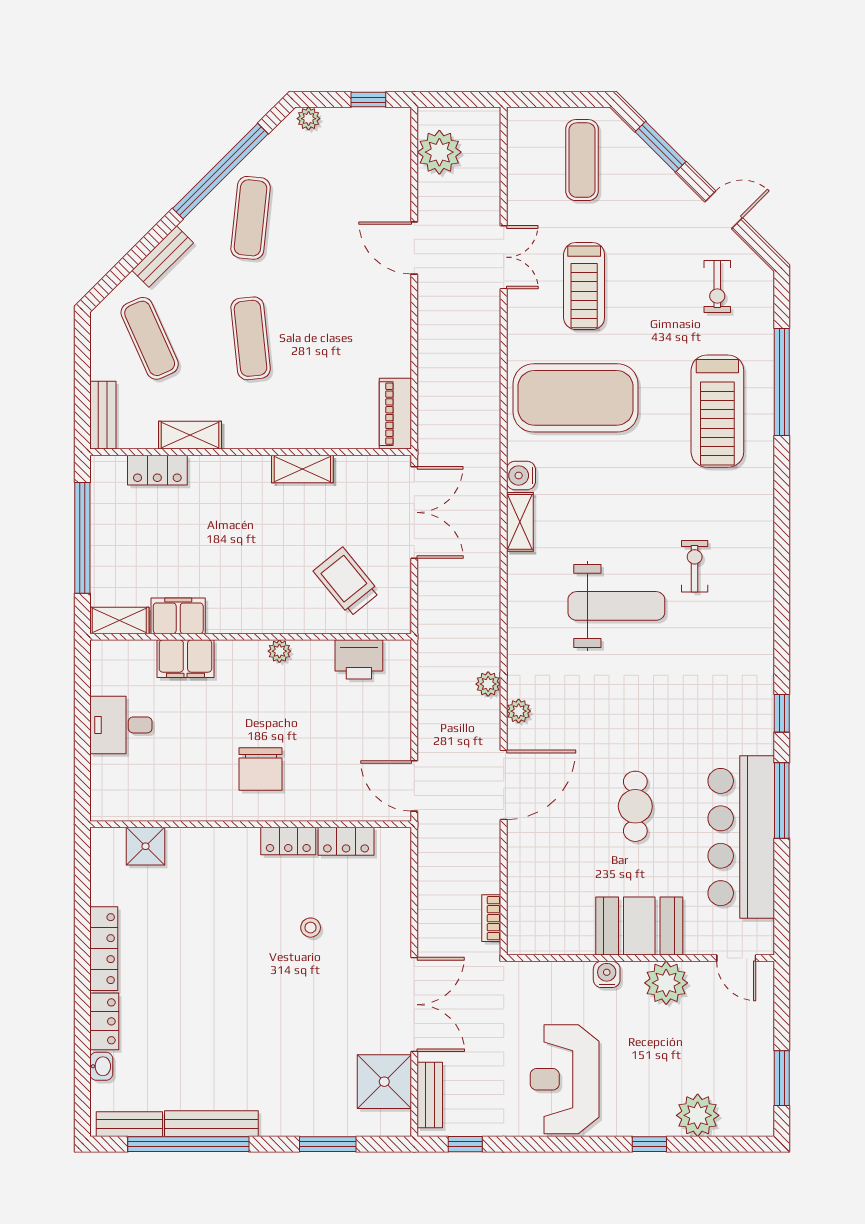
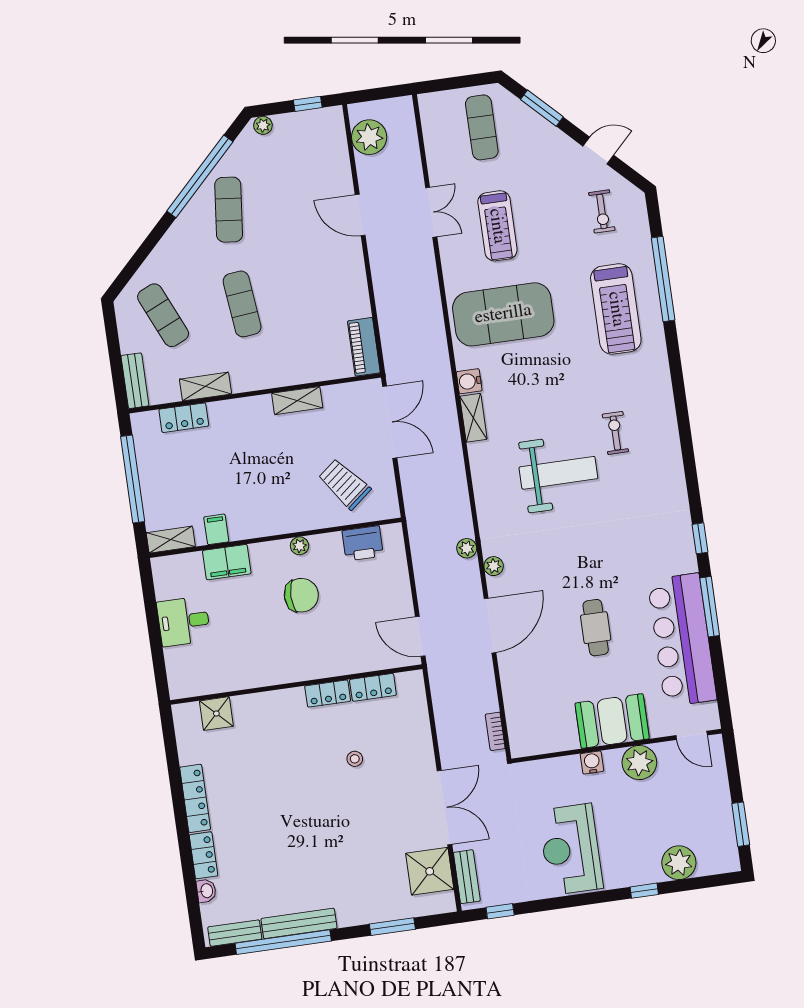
bench: (163, 257) -> (164, 250), removed
filing cabinet: (178, 616) -> (216, 529), width x0.50
chair: (261, 769) -> (301, 595), moved, turned -90

